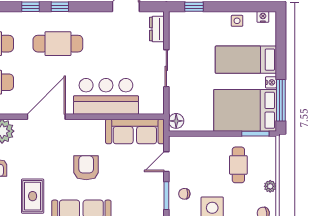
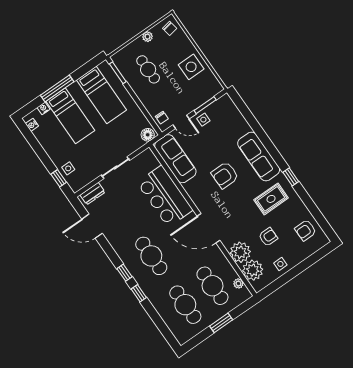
side table: (237, 21) -> (68, 168), moved
nightstand: (271, 82) -> (44, 108), moved
window: (281, 100) -> (57, 88), moved
bed: (245, 110) -> (101, 95), width x0.67
cafe table: (238, 165) -> (148, 69), turned 90
side table: (154, 184) -> (203, 120), added
chair: (184, 194) -> (162, 118), moved

